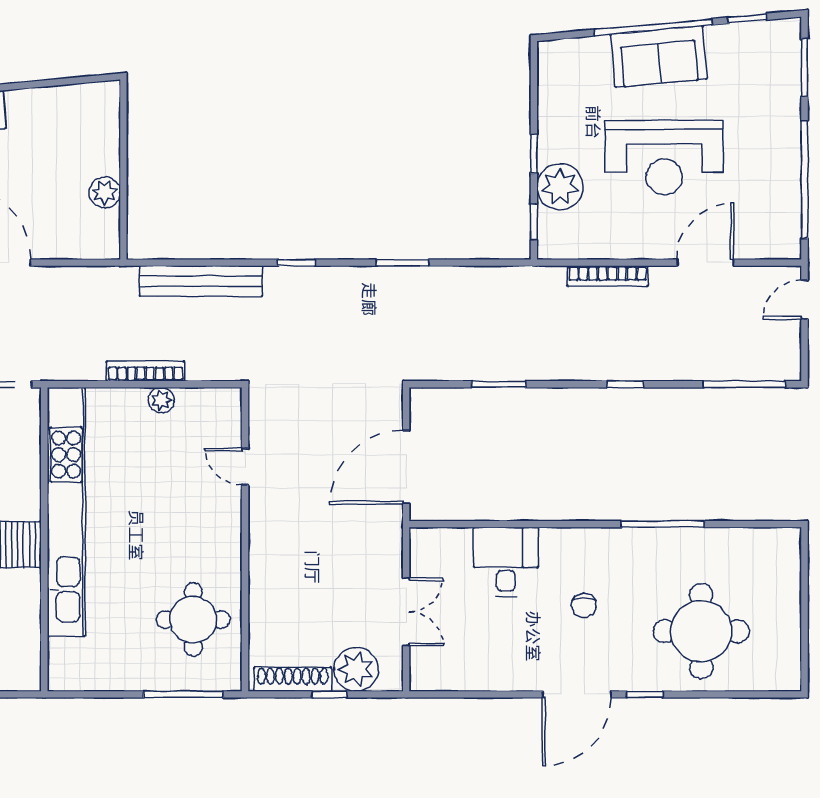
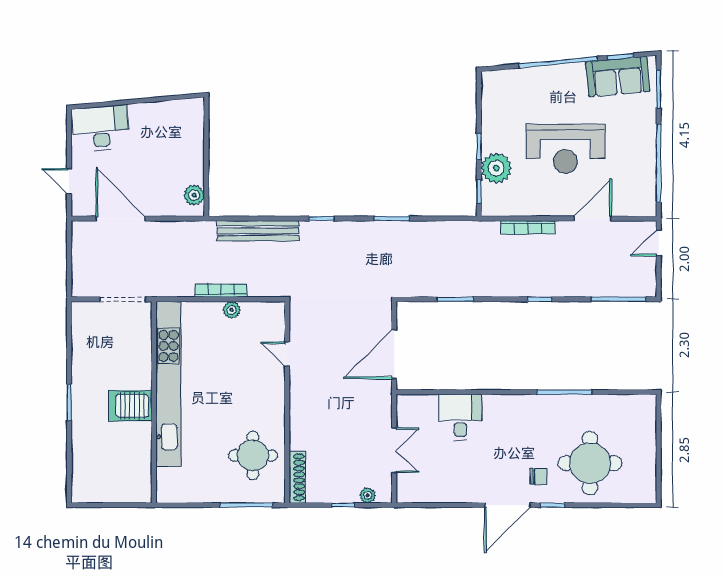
sofa: (659, 57) -> (618, 77), moved
plant: (105, 192) -> (194, 195), moved
chair: (584, 605) -> (539, 476), moved, turned -90
plant: (356, 669) -> (368, 495), width x0.53, depth x0.53
shoe rack: (293, 679) -> (297, 477), moved, turned 90

